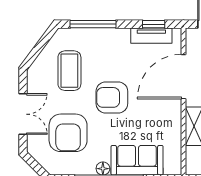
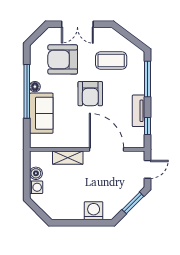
tv unit: (151, 36) -> (139, 111), moved
armchair: (112, 97) -> (90, 94), turned 180

